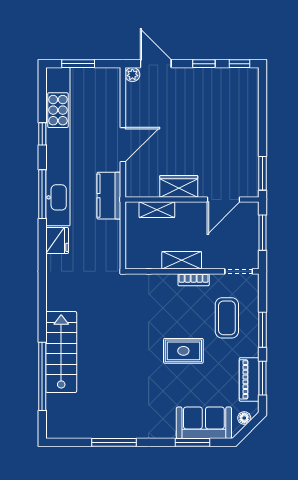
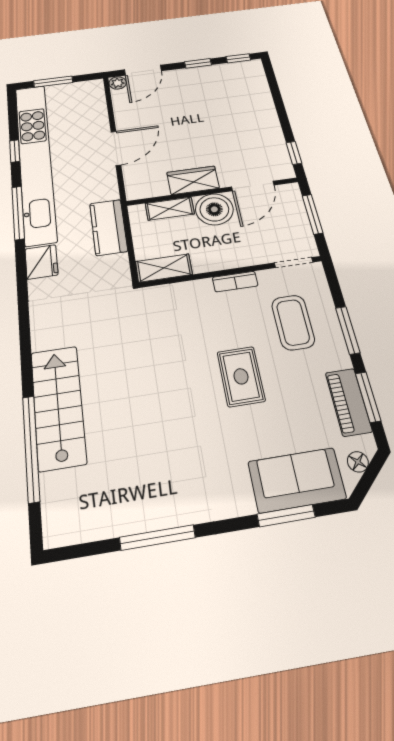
door: (156, 64) -> (143, 70), swing flipped
window: (263, 173) -> (294, 153), width x0.67
kitchen counter: (109, 196) -> (109, 227), moved
boiler: (190, 216) -> (214, 209), added
shelving: (182, 260) -> (164, 268), moved
rug: (183, 351) -> (241, 376), turned 90

